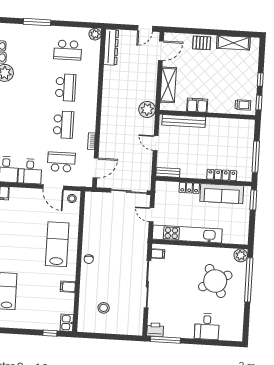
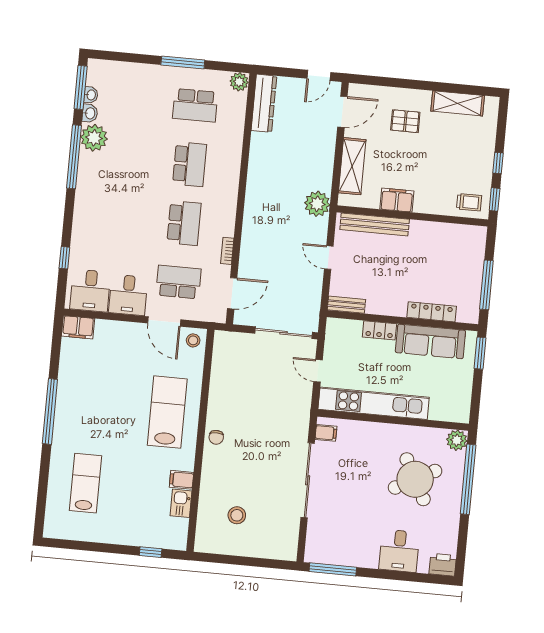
window: (37, 22) -> (183, 62), moved
pallet: (202, 43) -> (405, 121), moved
kitchen sink: (67, 323) -> (181, 503), moved
printer: (155, 330) -> (443, 565), moved

